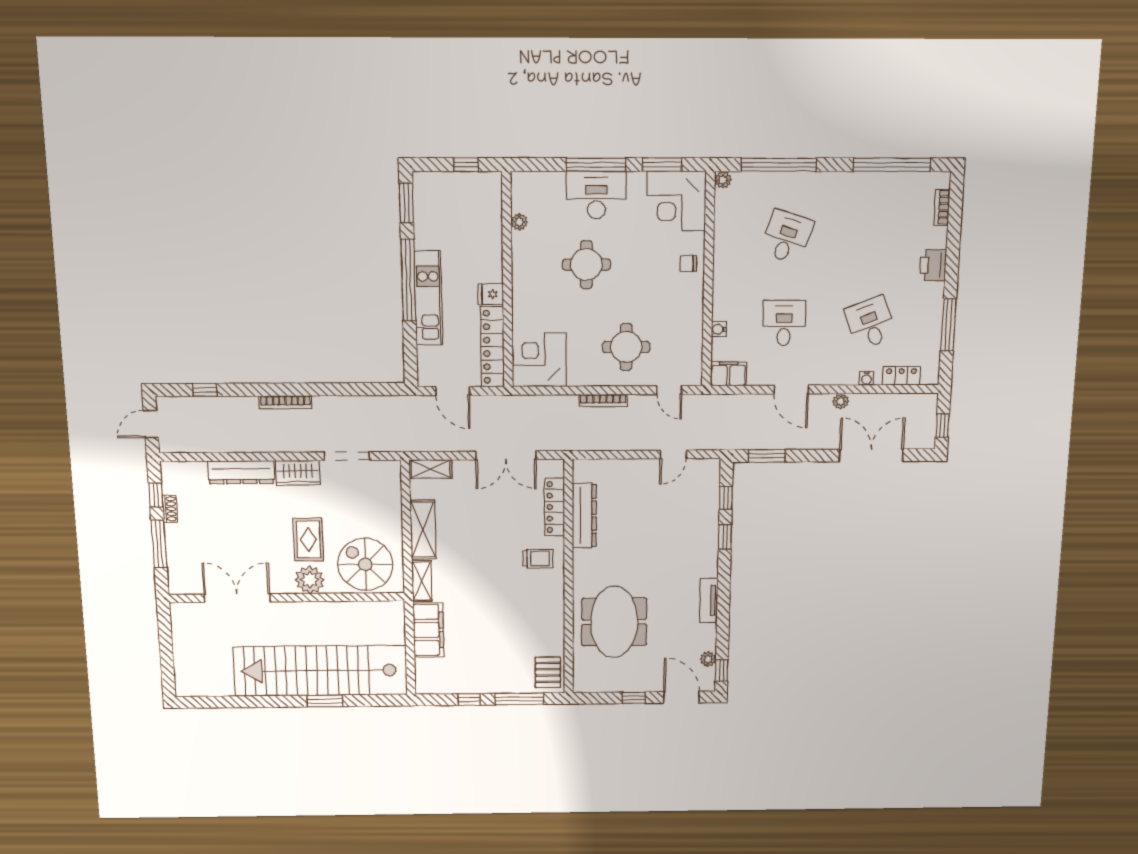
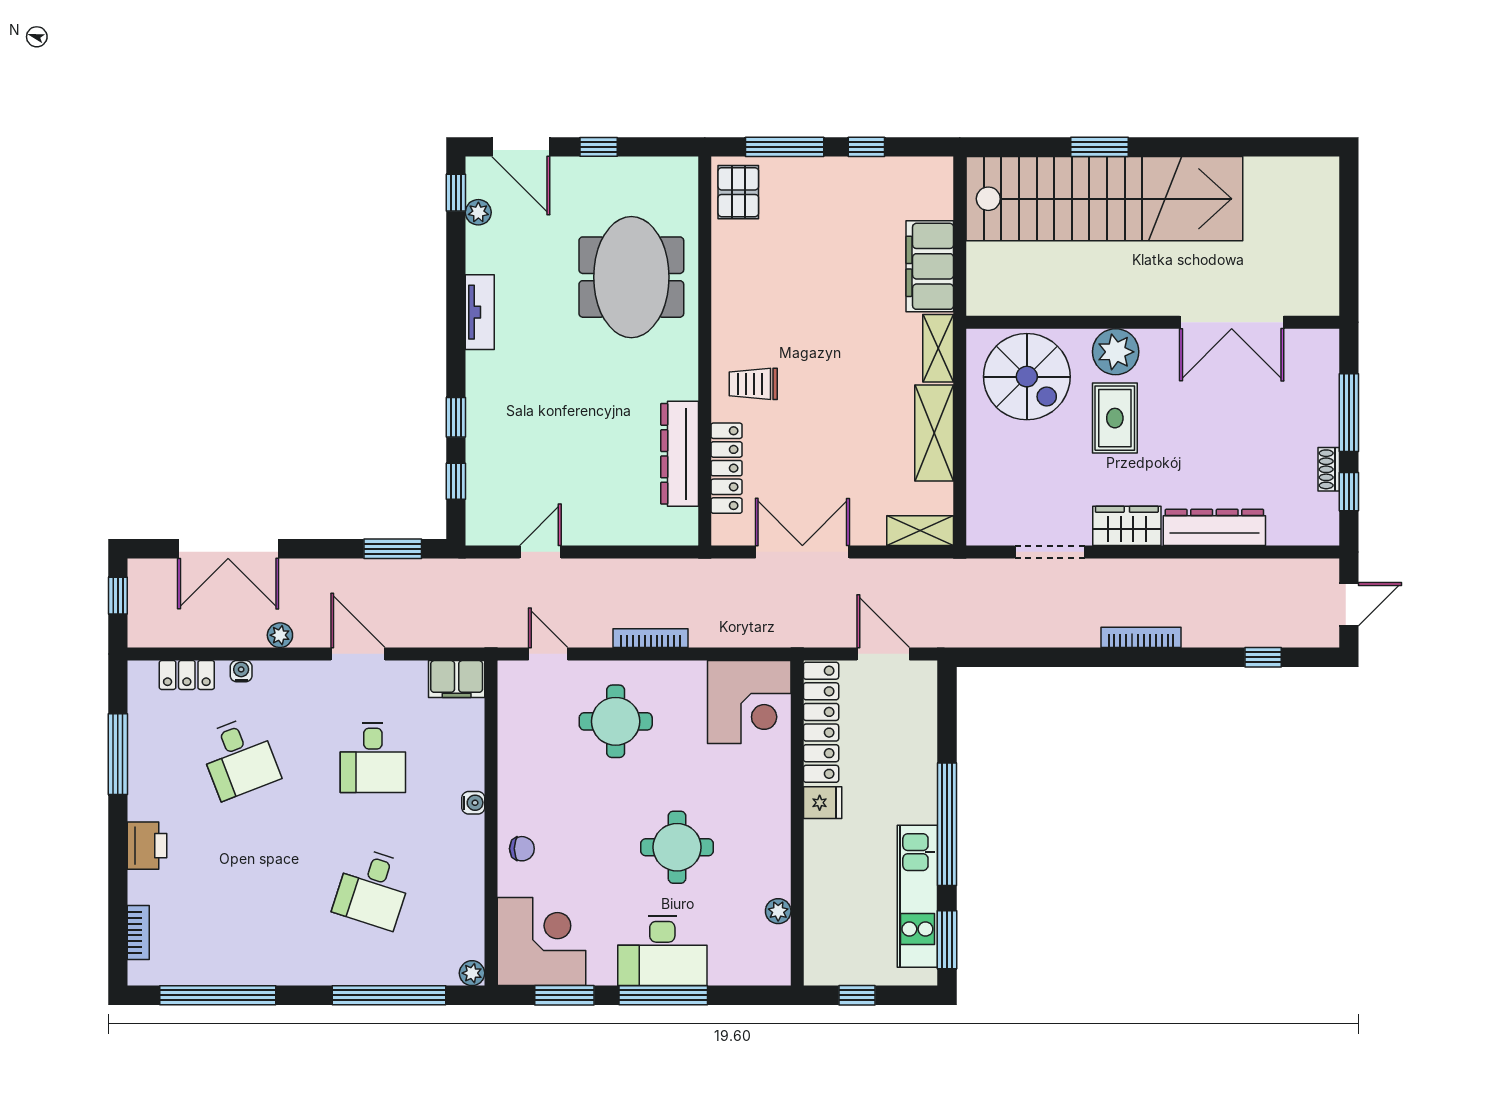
kitchen unit: (428, 298) -> (917, 896), moved
water cooler: (719, 329) -> (473, 803), moved

